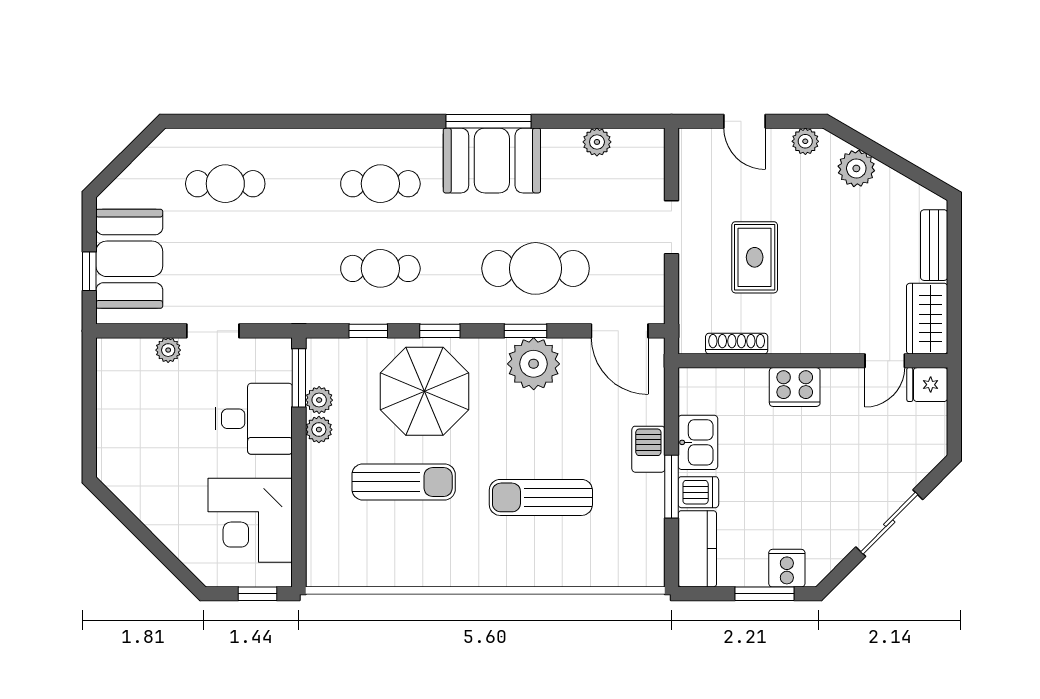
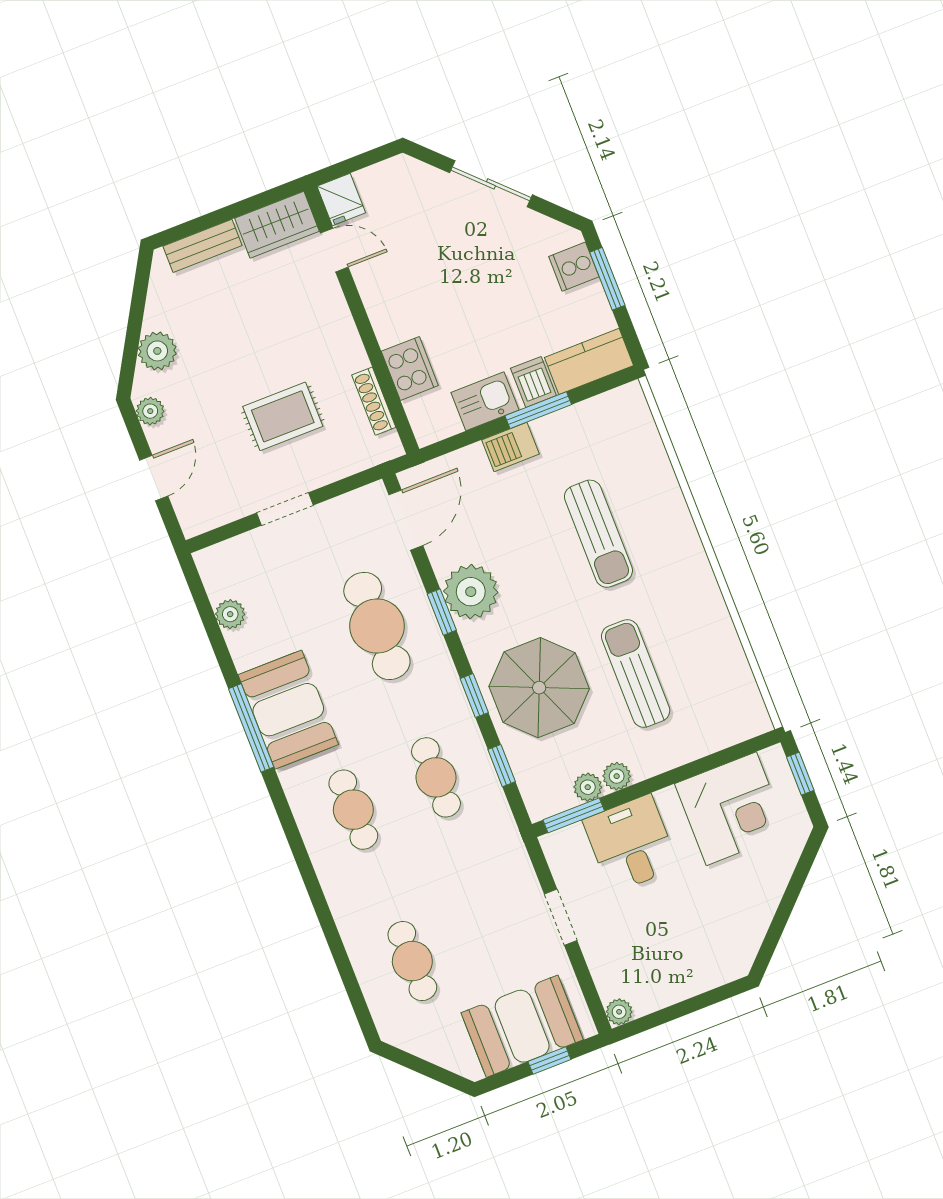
plant: (168, 350) -> (619, 1012), moved
cooker: (795, 387) -> (410, 368), moved

